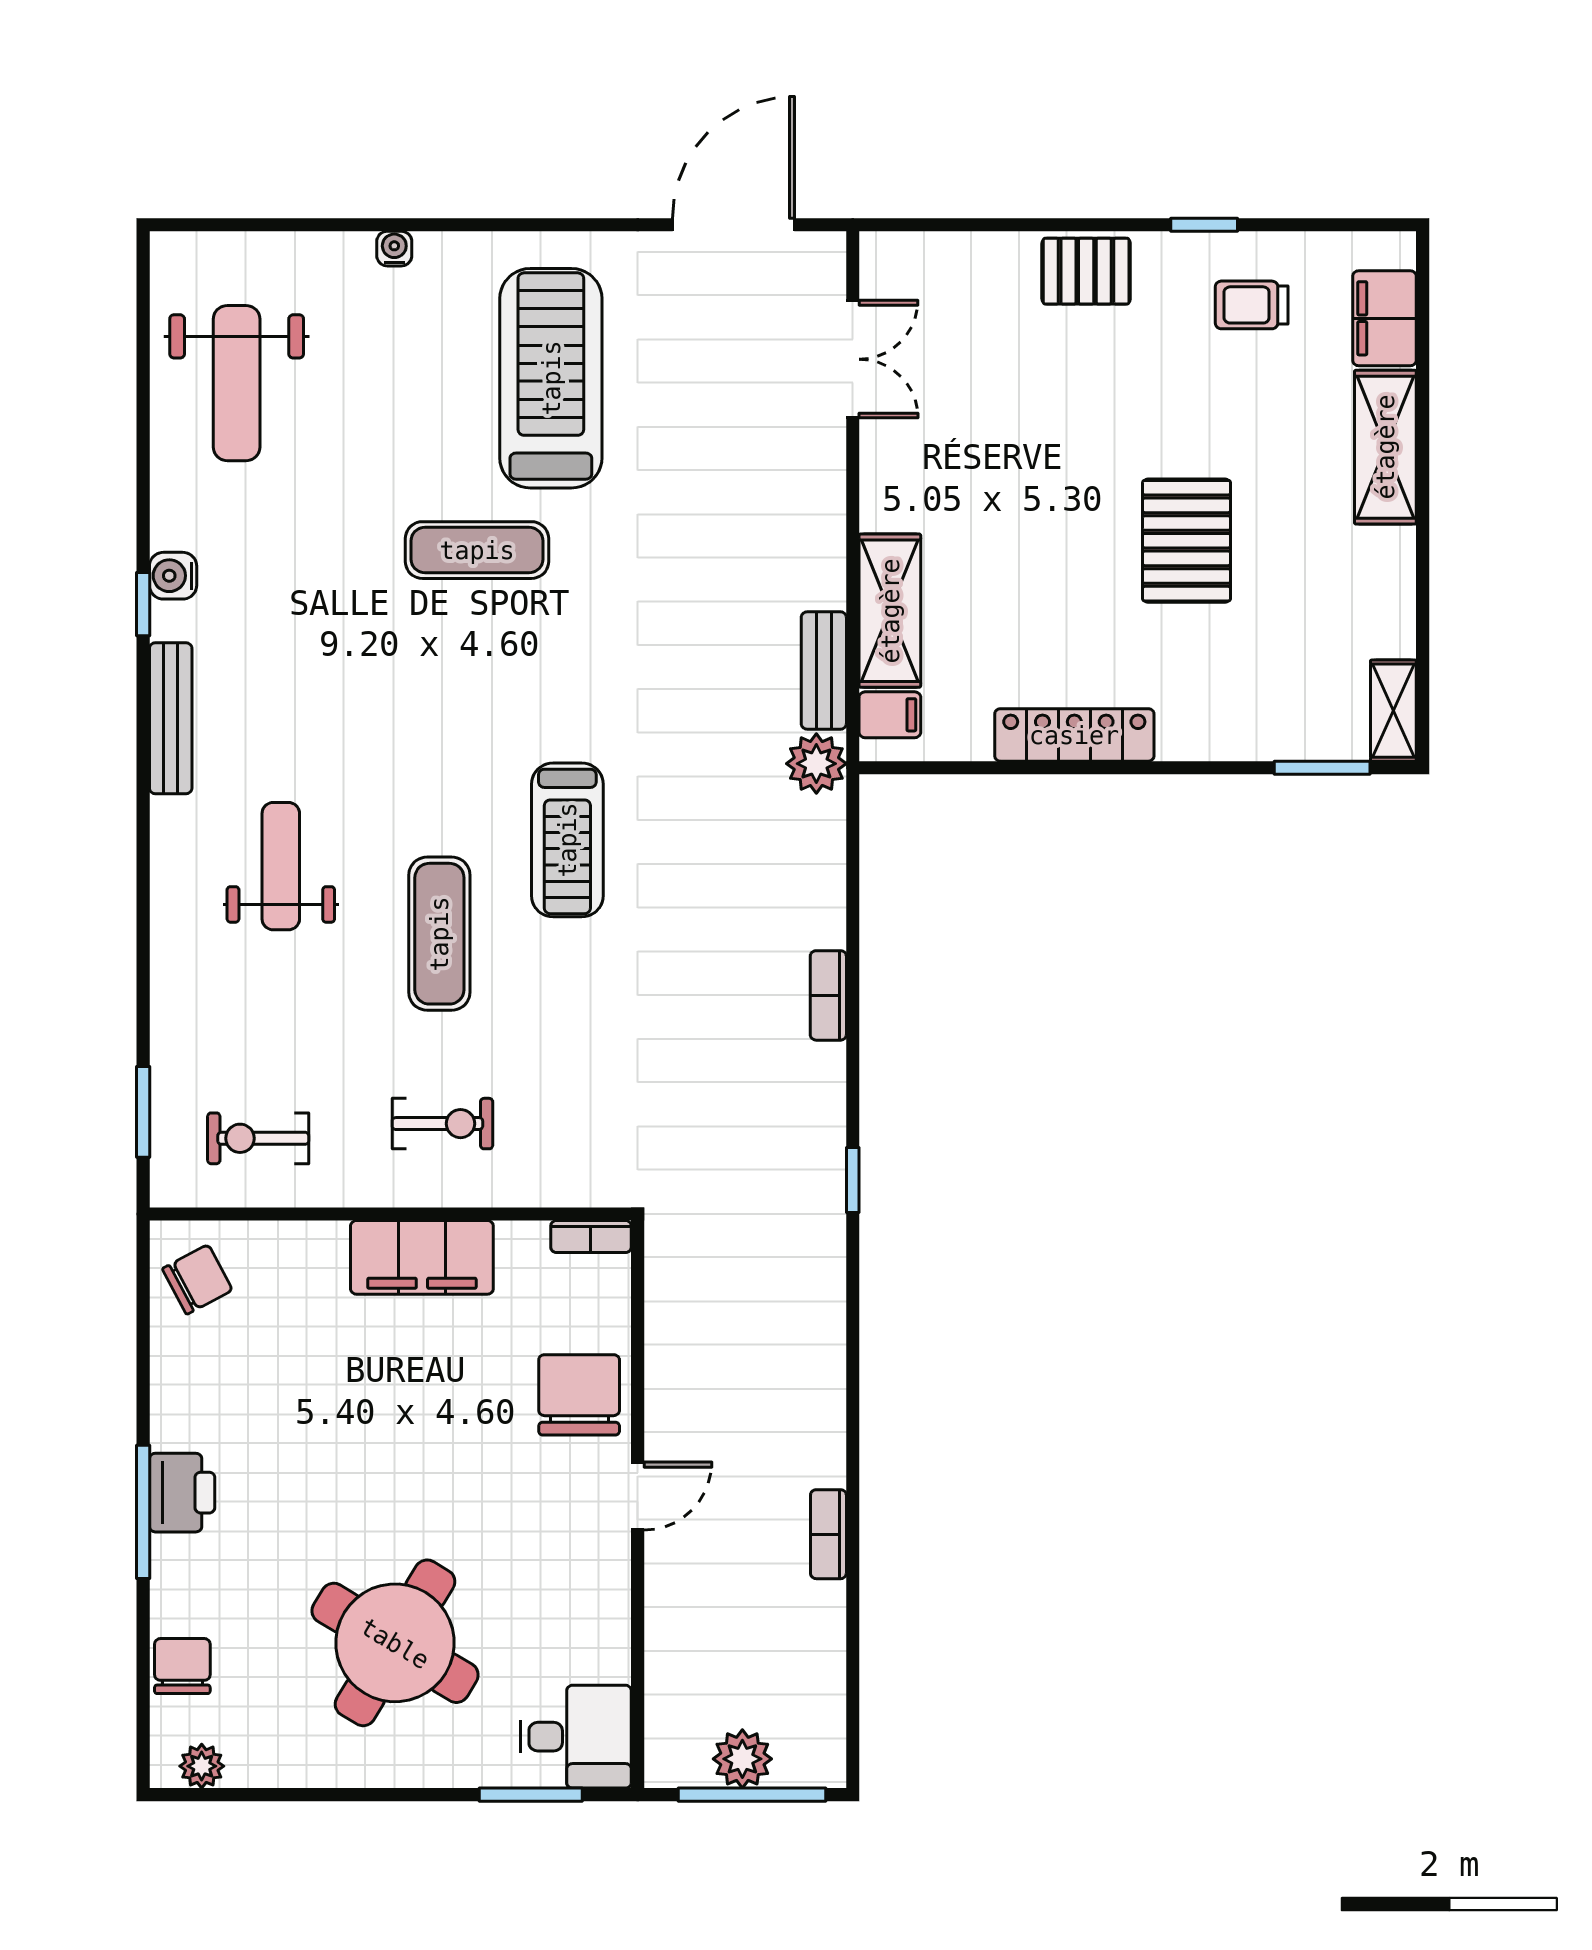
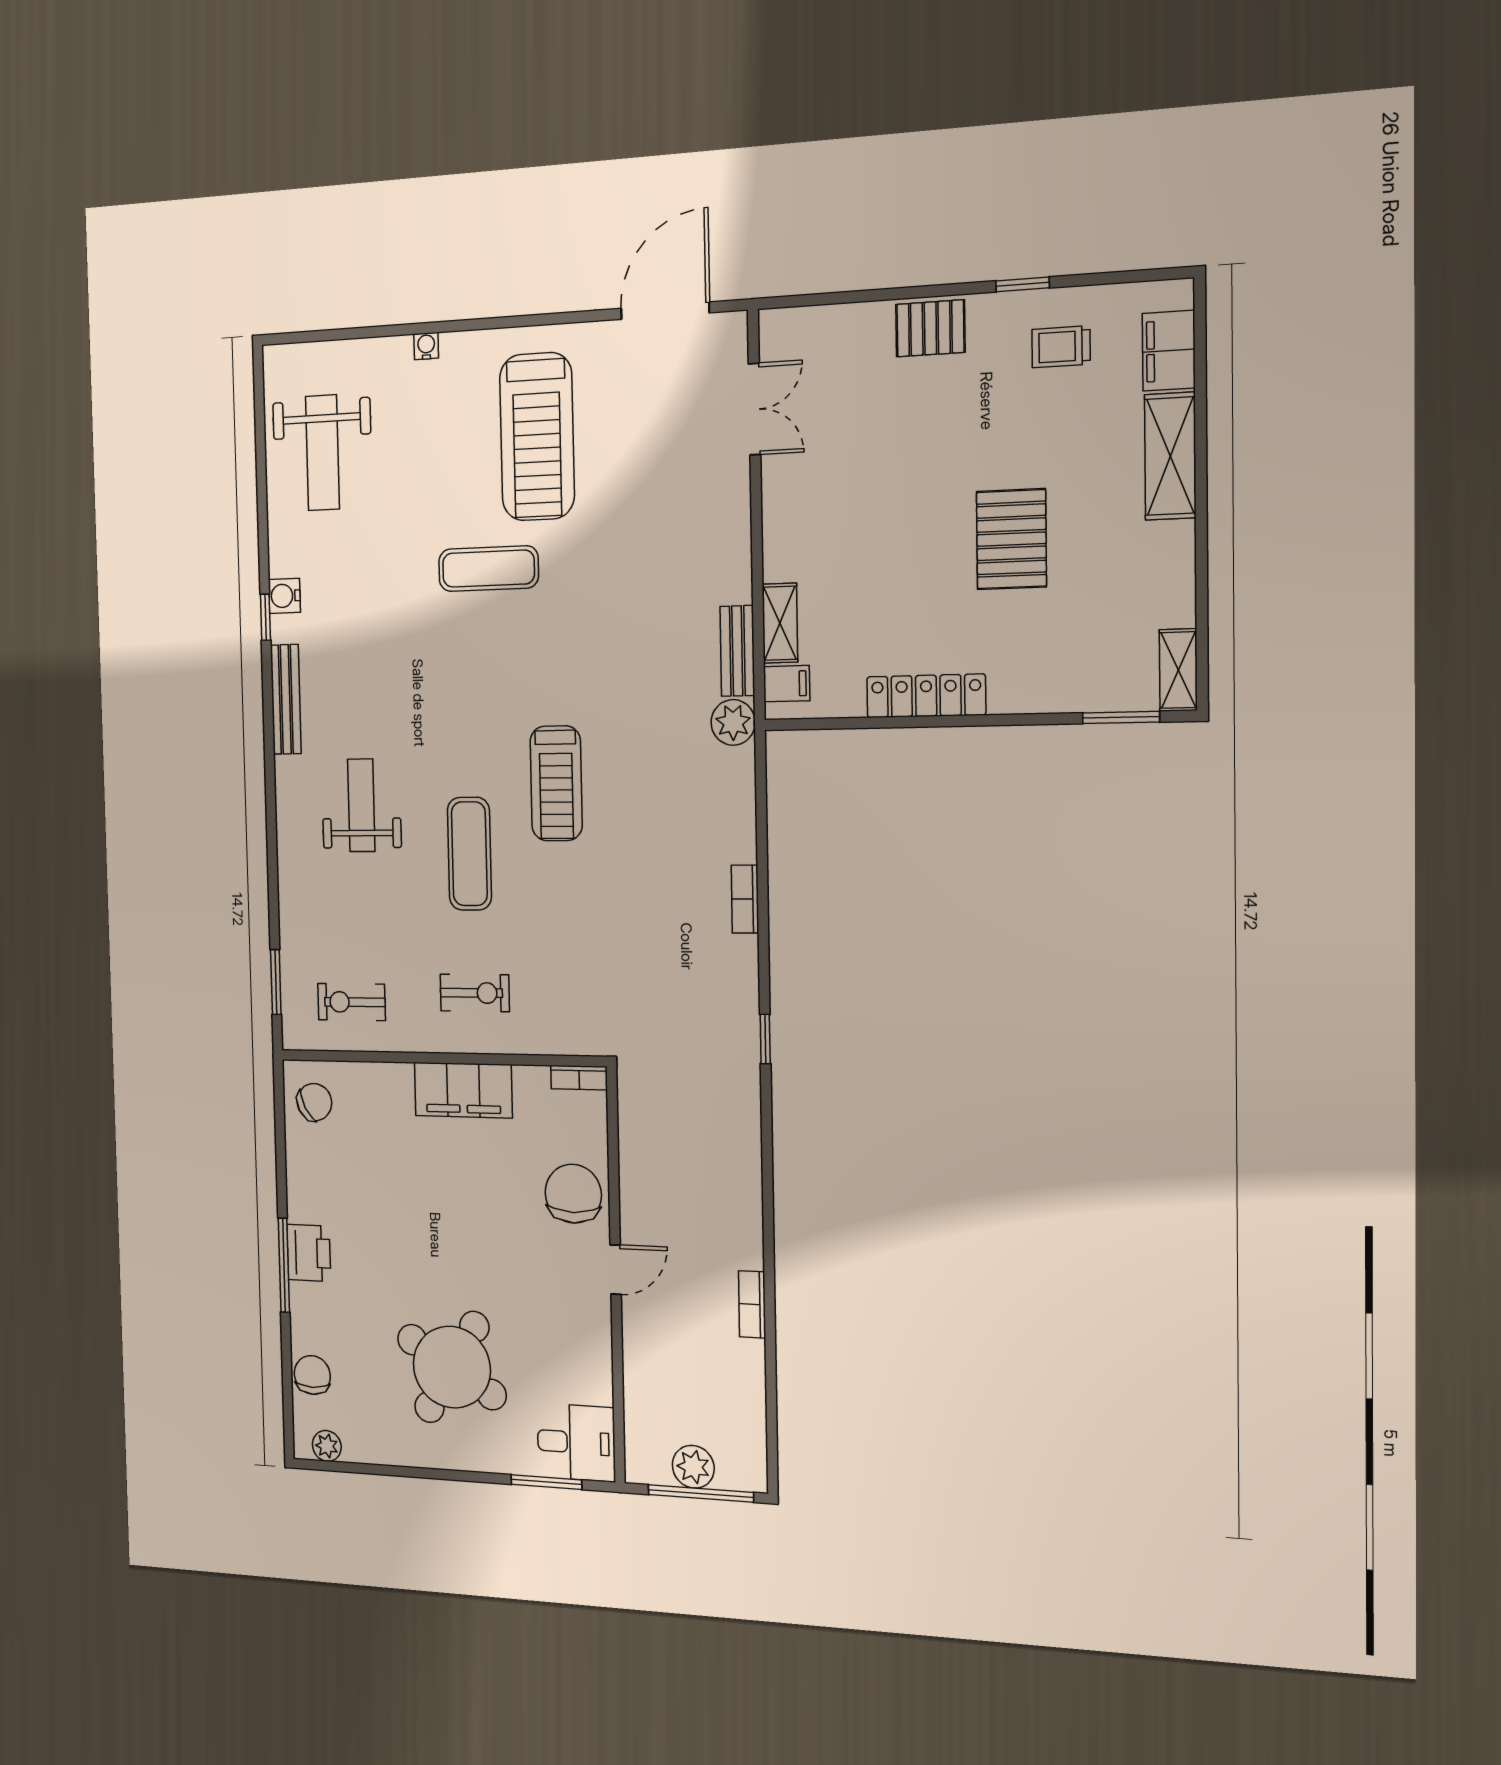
treadmill: (551, 378) -> (537, 437), turned 180
shelving: (890, 611) -> (780, 623), width x0.67, depth x0.75

